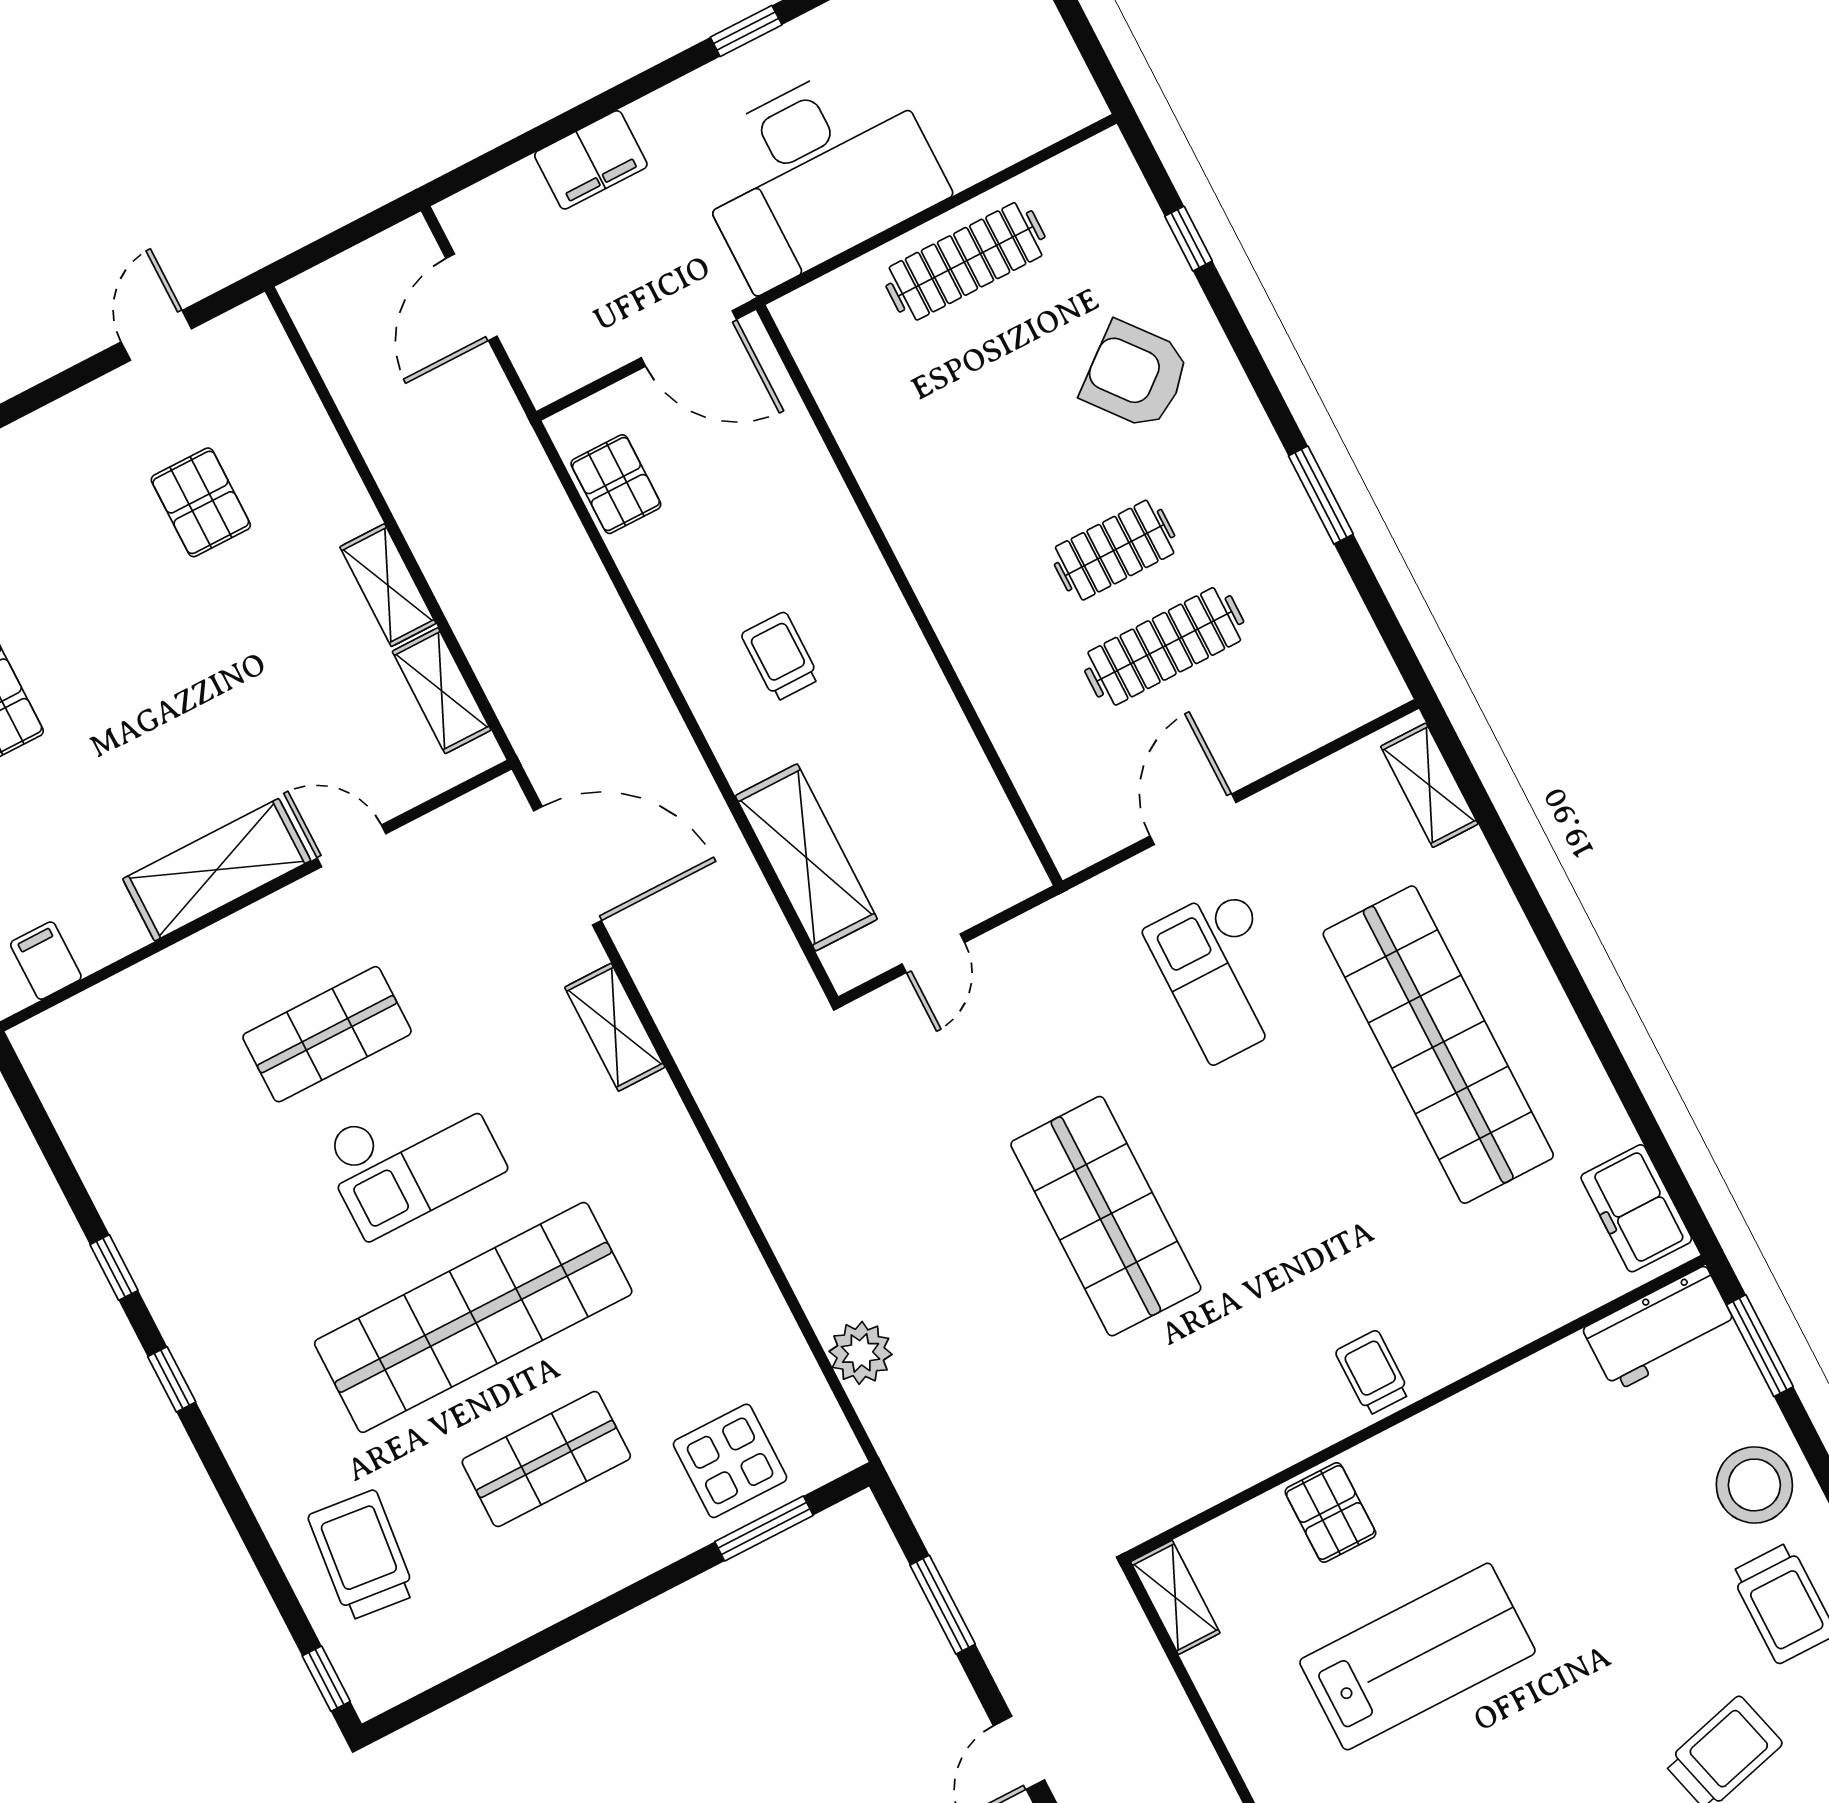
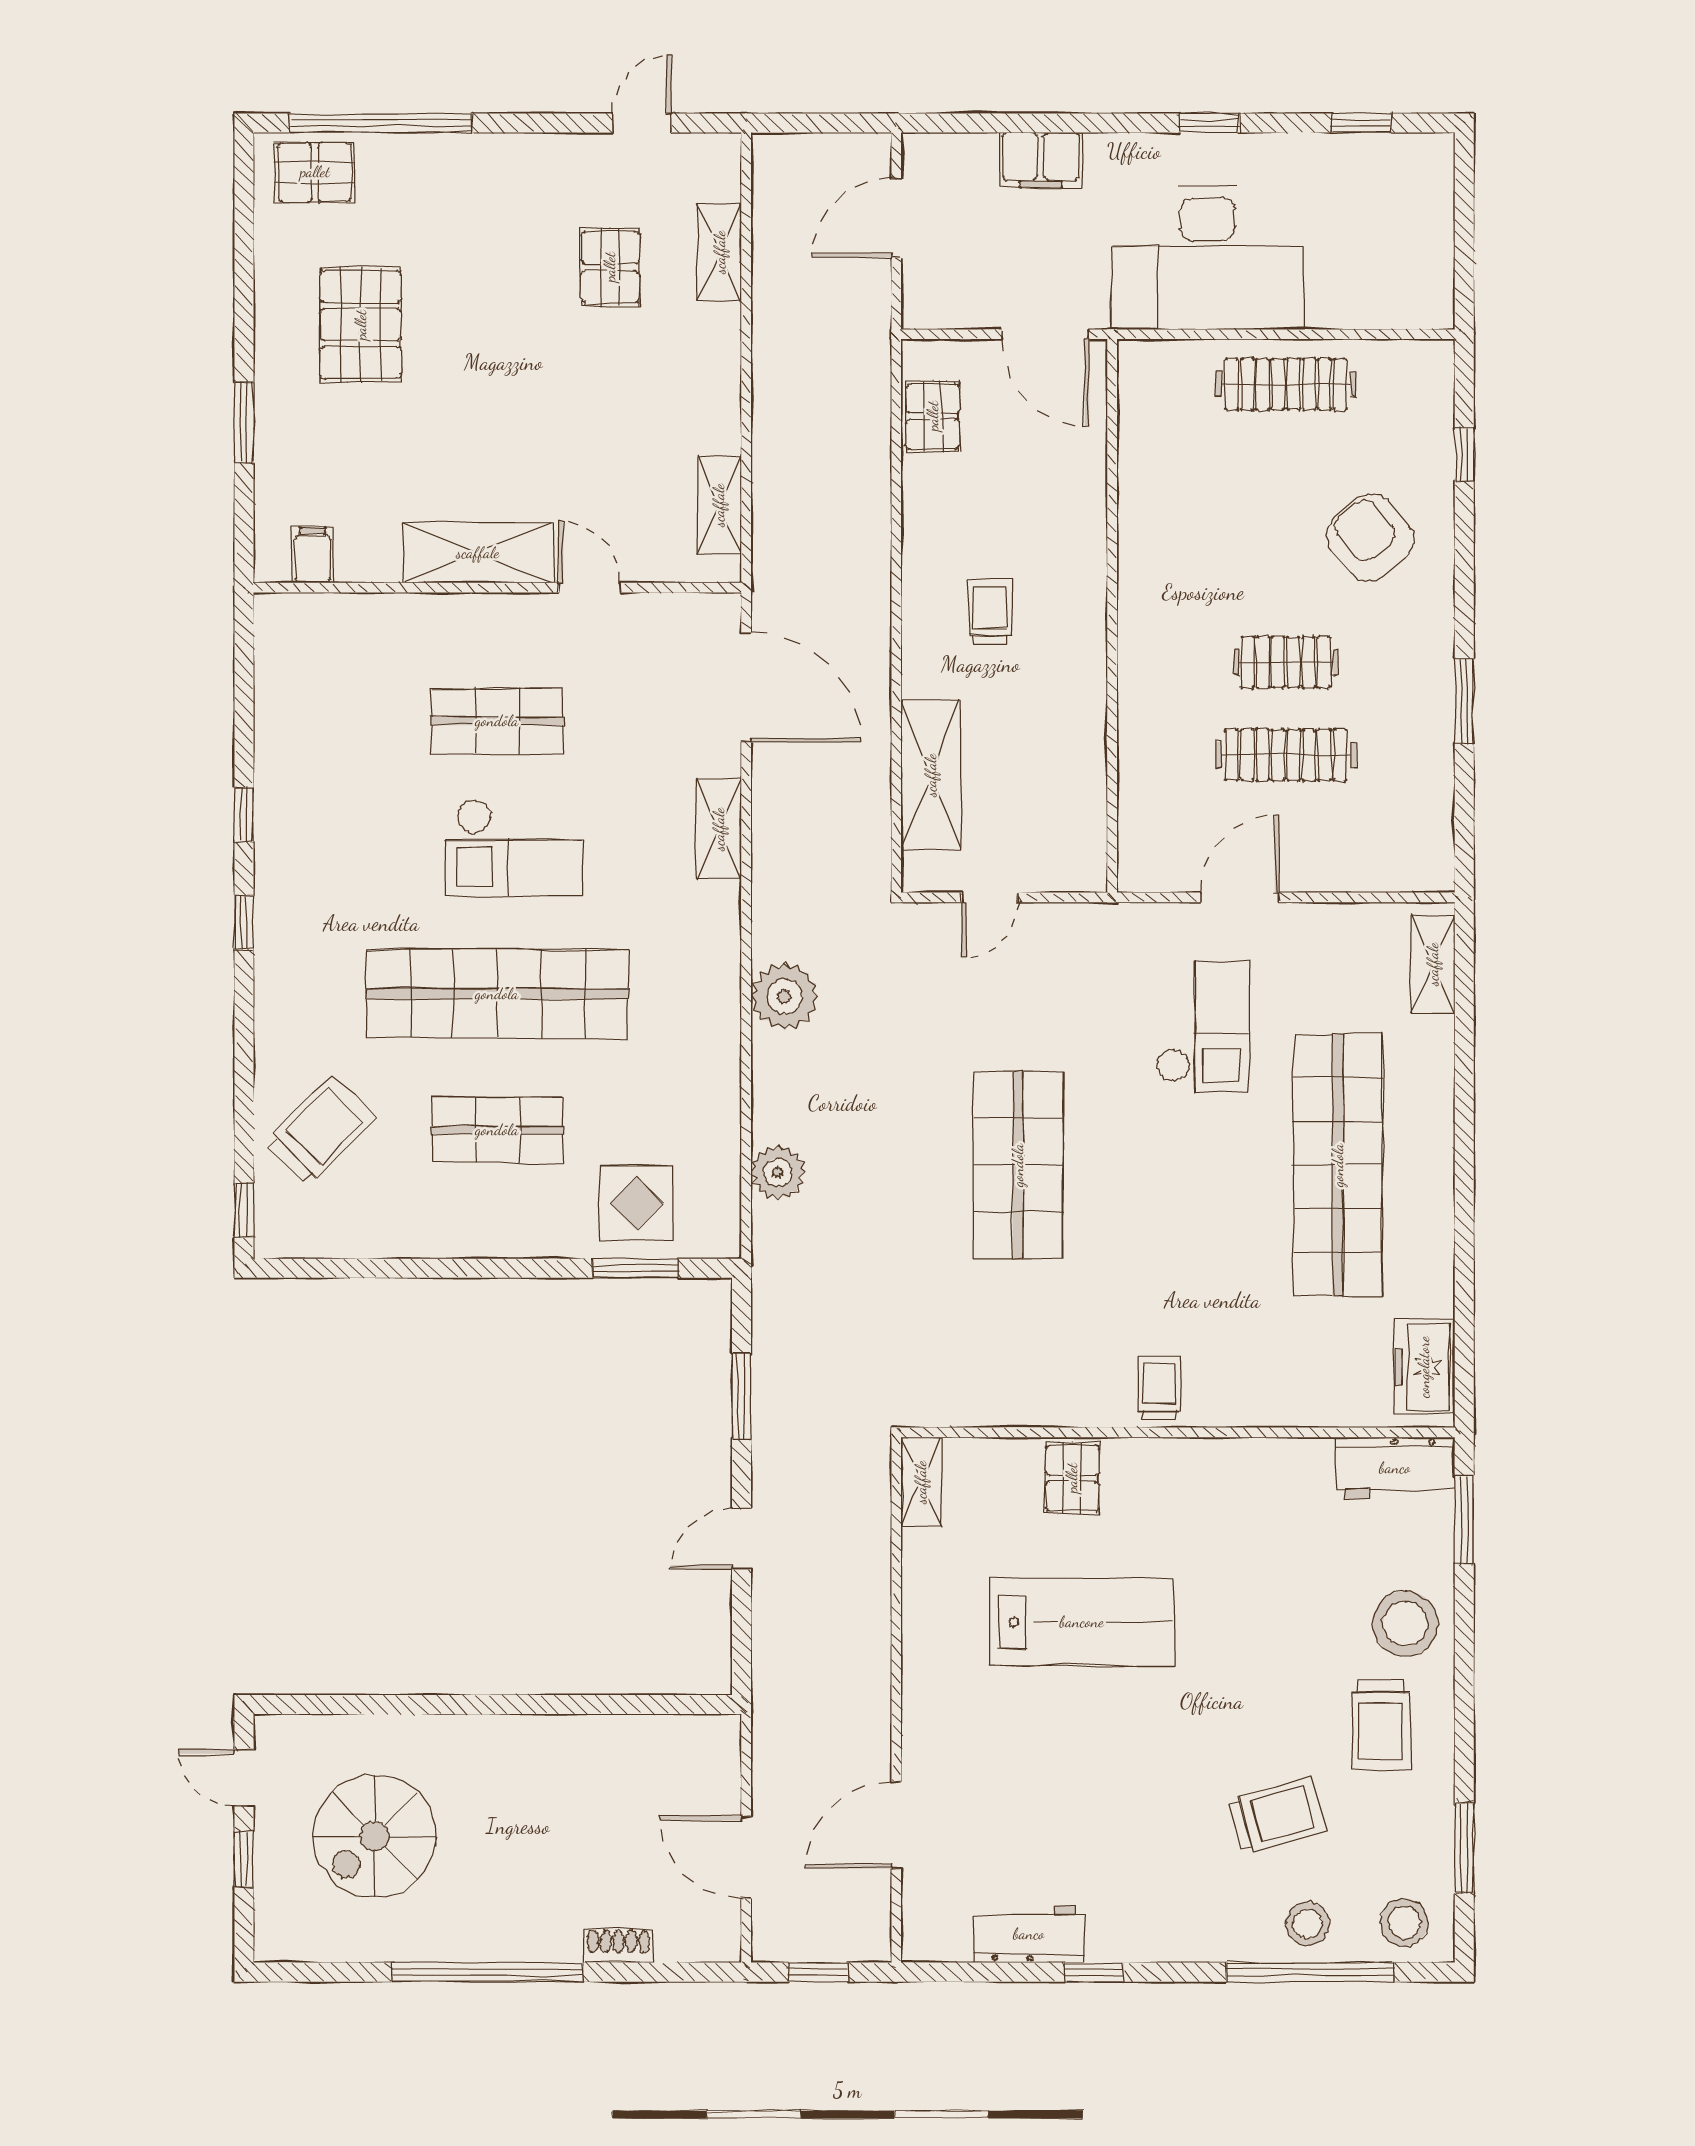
shelving: (388, 585) -> (720, 252), moved
checkout: (1224, 974) -> (1203, 1027), turned 180
plant: (773, 1166) -> (785, 996), added
trolley: (362, 1555) -> (319, 1131), turned 39

